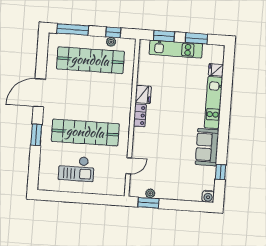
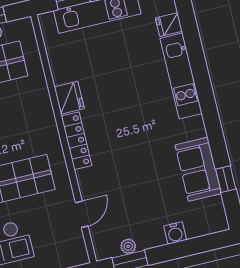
locker: (140, 115) -> (76, 141), width x1.53
sofa: (207, 147) -> (198, 169), moved
water cooler: (208, 196) -> (175, 233), moved

